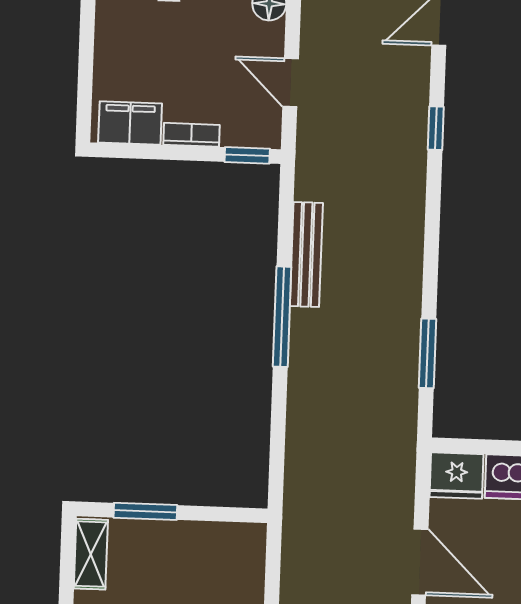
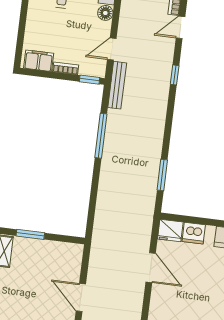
door: (291, 83) -> (112, 49), hinge flipped
bench: (306, 254) -> (117, 85), moved
window: (282, 317) -> (101, 136), moved

